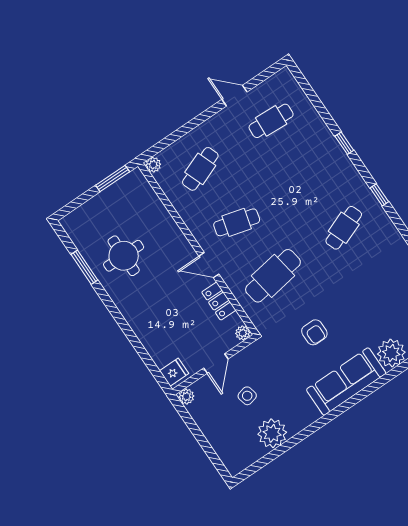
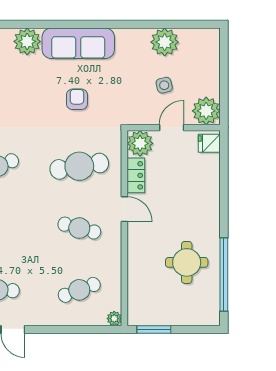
window: (84, 267) -> (224, 274), width x2.11
plant: (243, 333) -> (140, 143), width x1.88, depth x1.88
plant: (186, 396) -> (206, 111), width x1.88, depth x1.88

